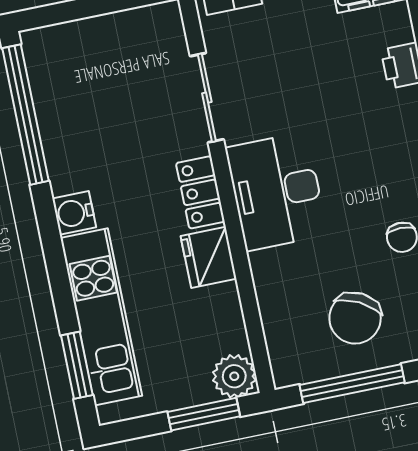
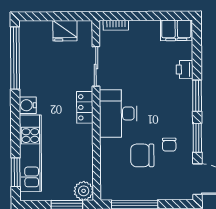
fridge: (209, 257) -> (65, 31), moved, turned -90
chair: (355, 318) -> (142, 155), moved, turned 62

